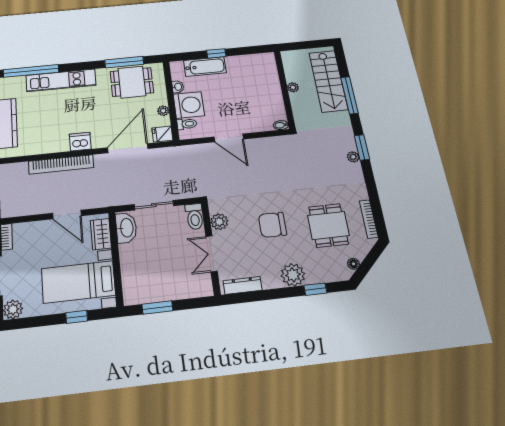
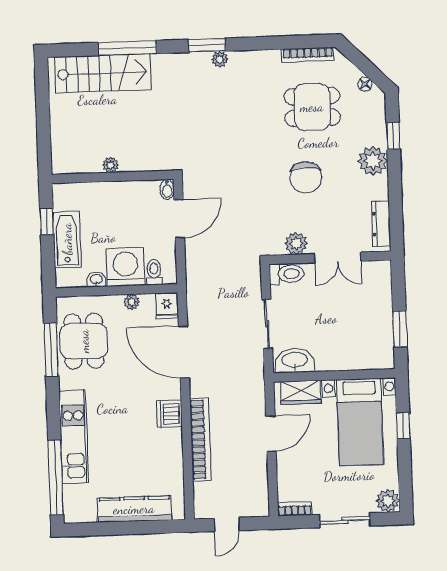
plant: (293, 87) -> (111, 165), moved
wall: (285, 89) -> (113, 177), moved
bidet: (281, 125) -> (167, 189), moved

